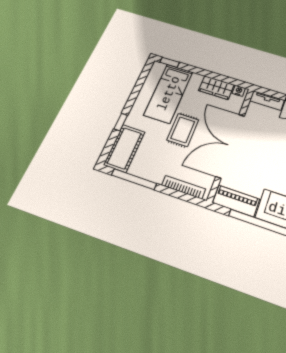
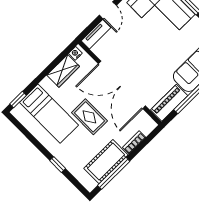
cot: (124, 148) -> (106, 162), moved, turned 90
bookcase: (184, 187) -> (134, 142), width x0.64

